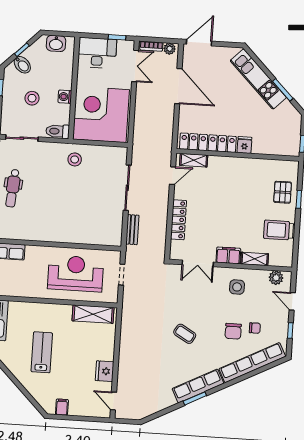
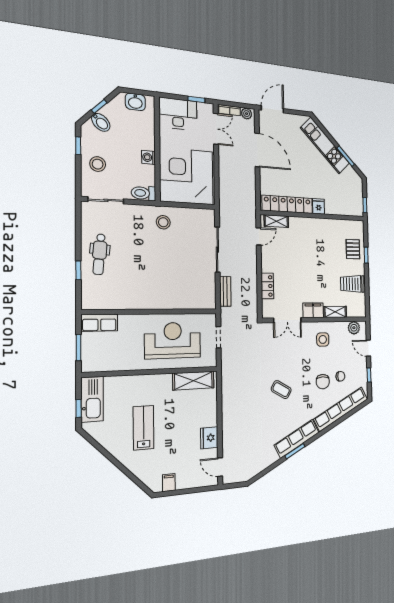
stool: (32, 98) -> (98, 164), moved
locker: (179, 220) -> (267, 286), width x0.66

